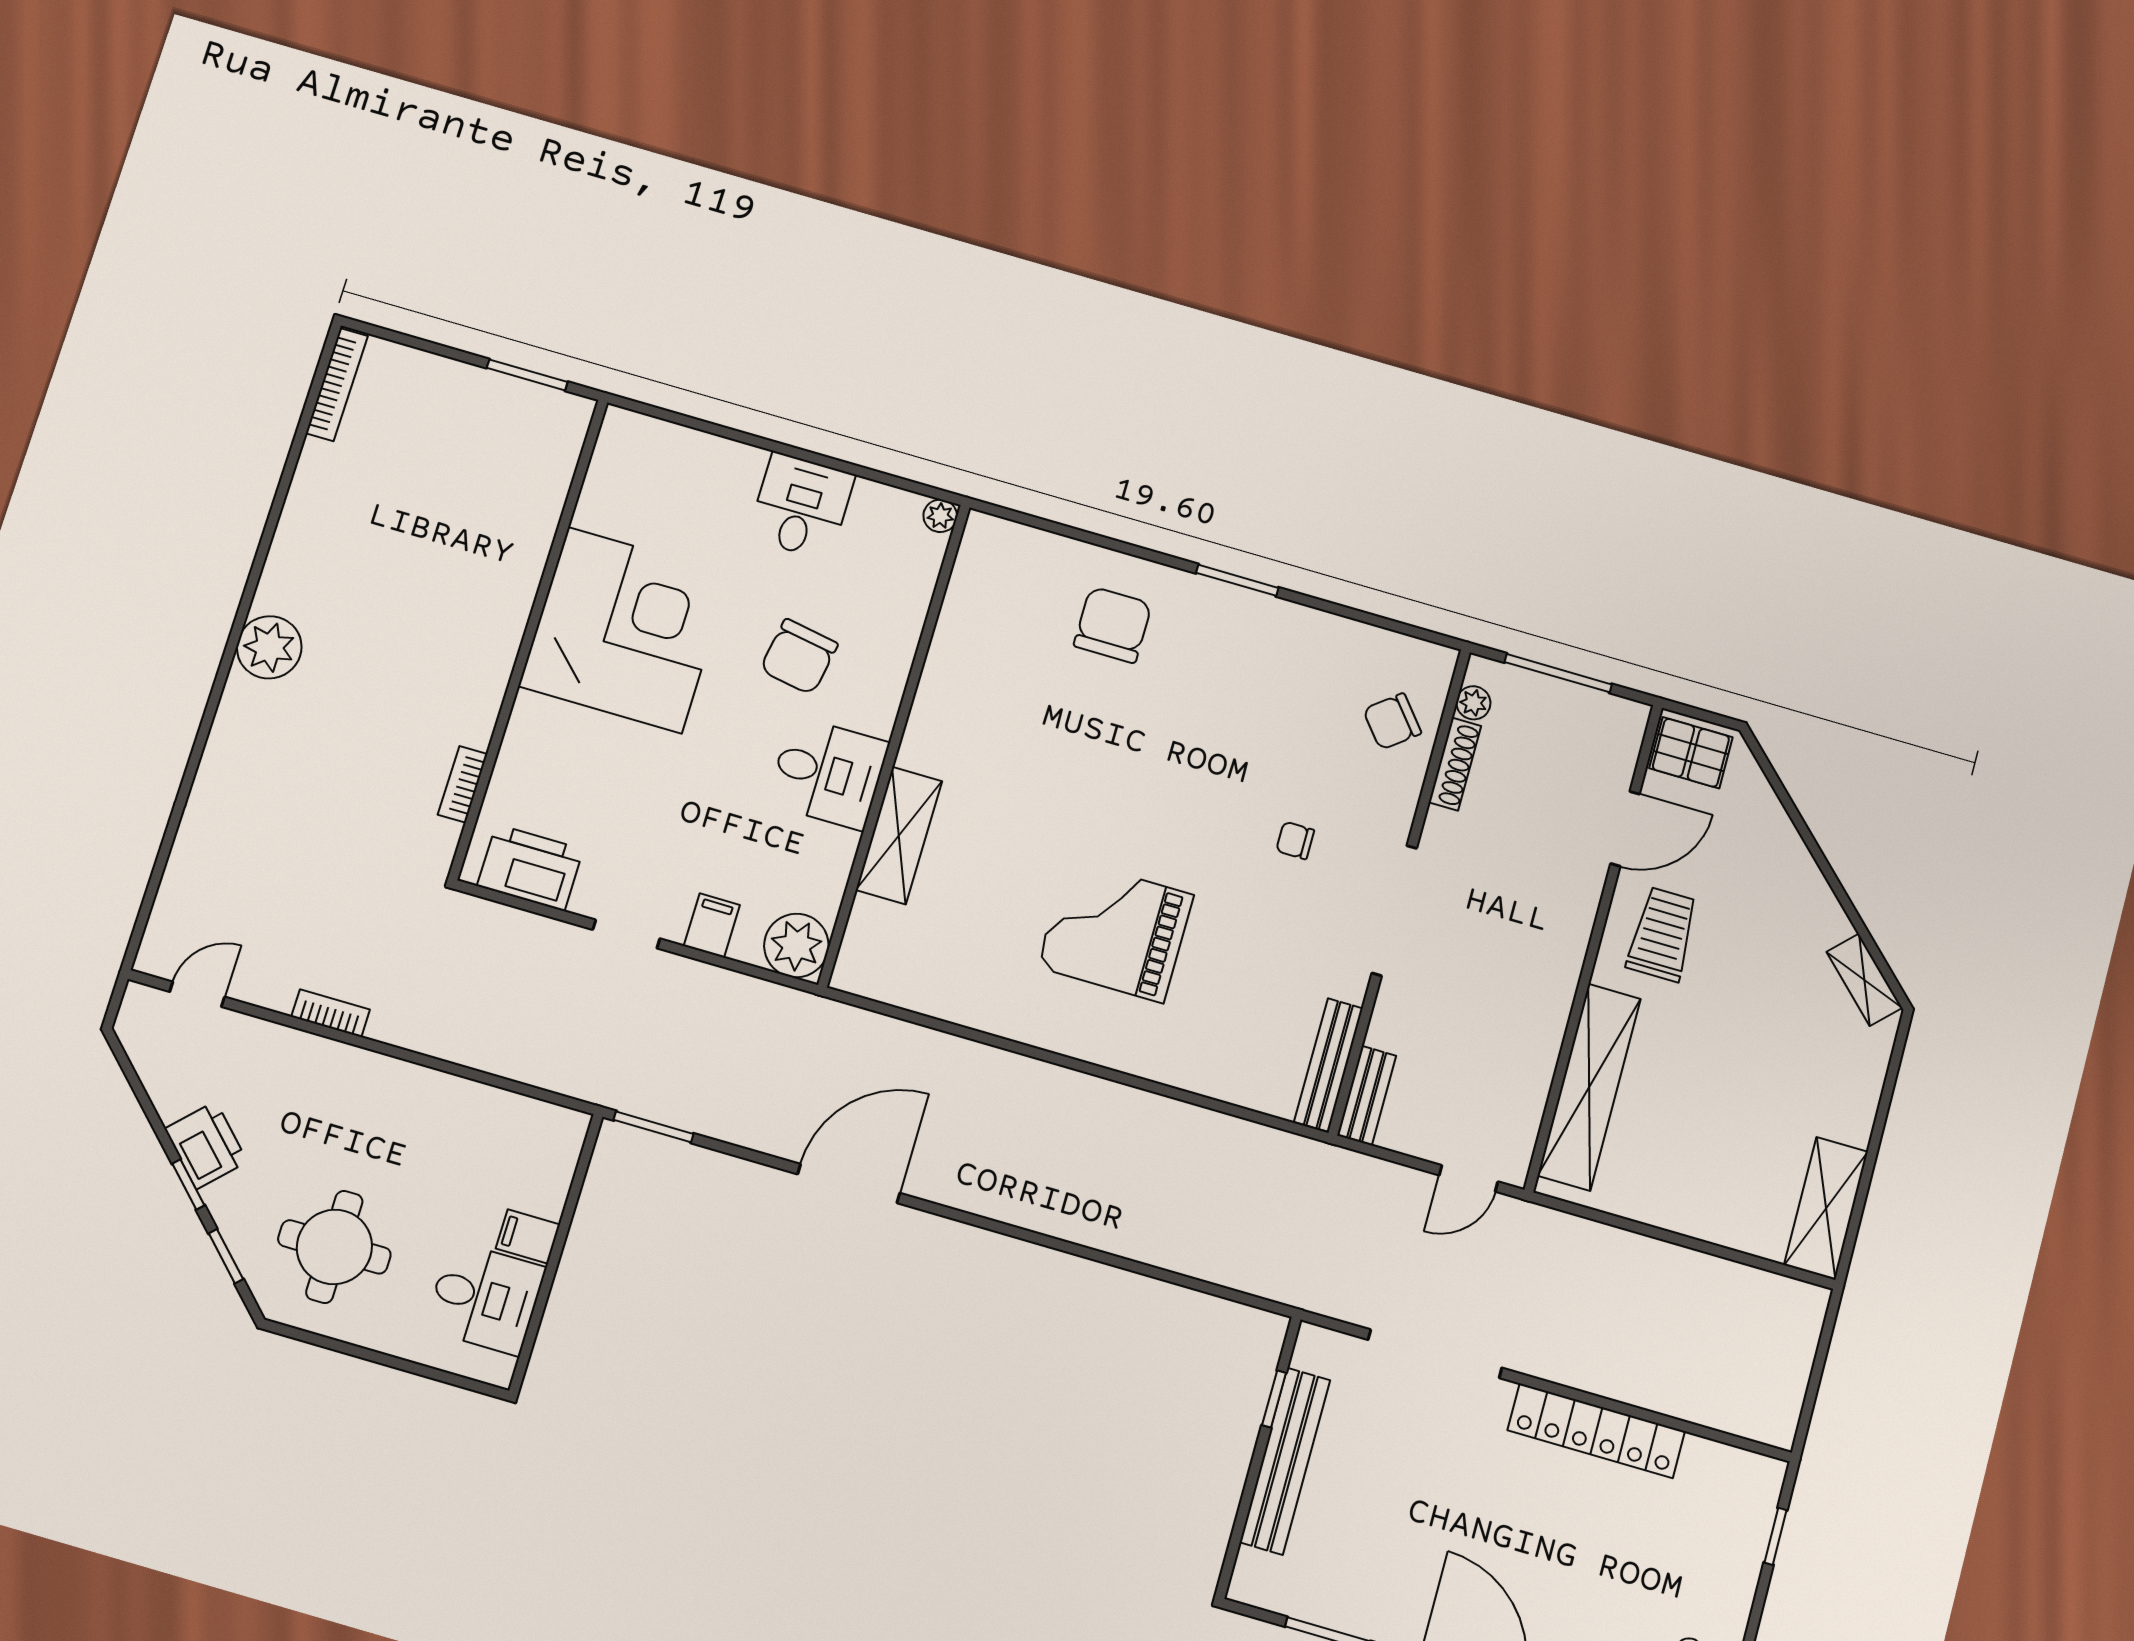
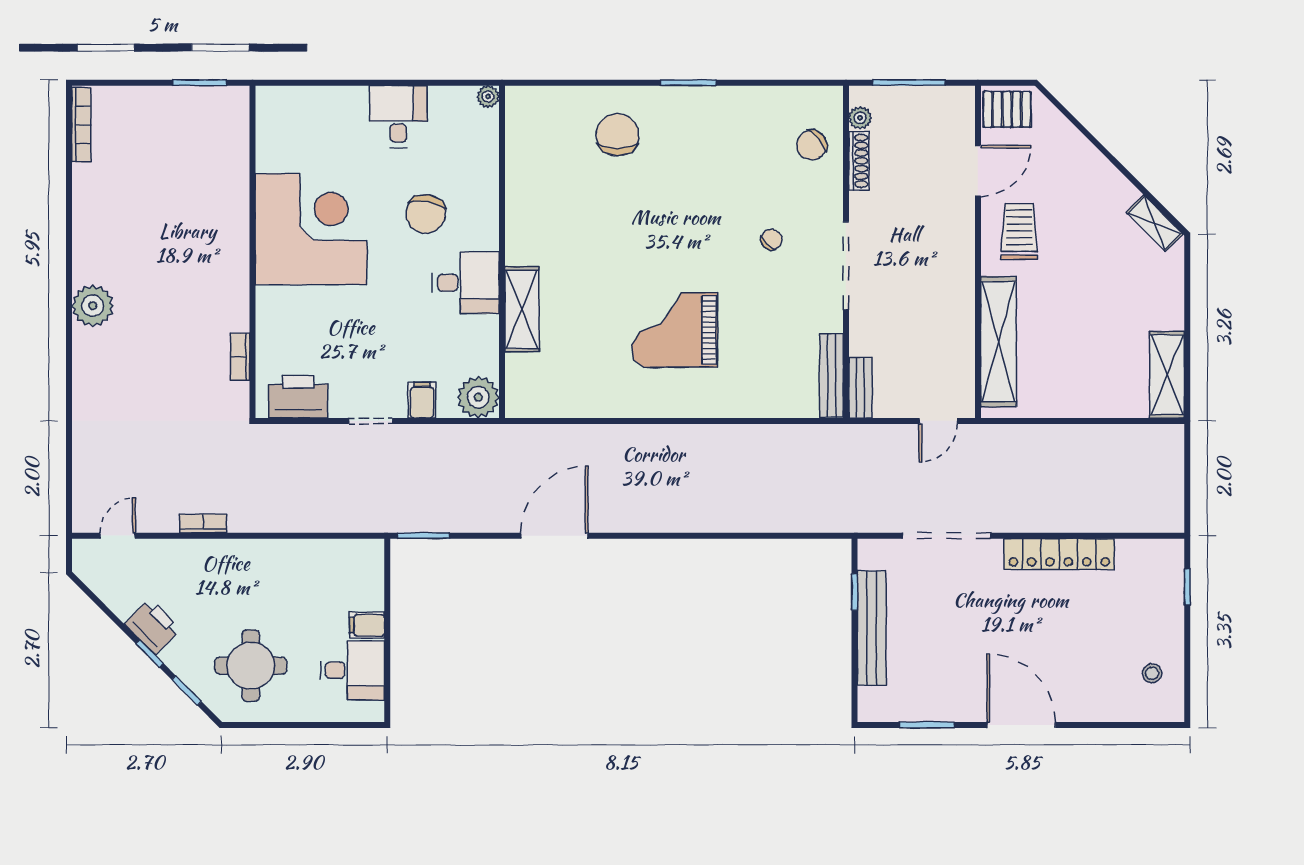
chair: (1295, 840) -> (771, 239), turned 135

